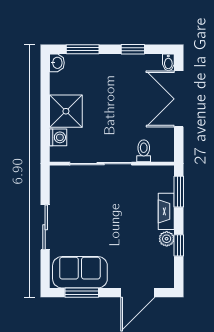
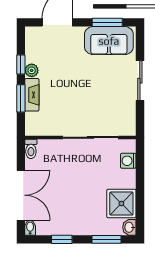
shower: (66, 111) -> (121, 203), moved
toilet: (144, 151) -> (31, 149), moved
window: (179, 192) -> (21, 98), moved

